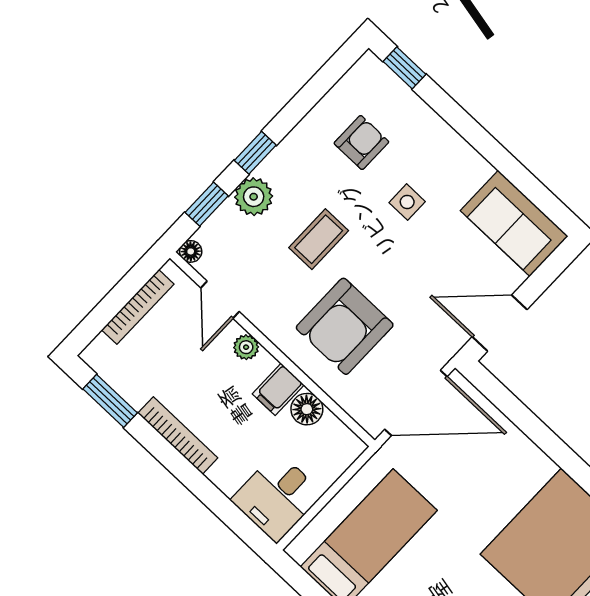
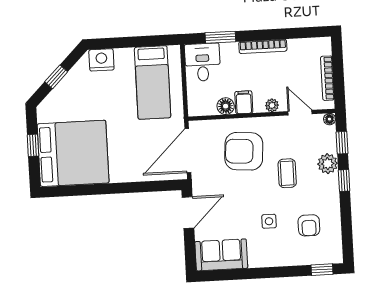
armchair: (345, 326) -> (244, 151), turned -86
window: (110, 401) -> (220, 37), moved

